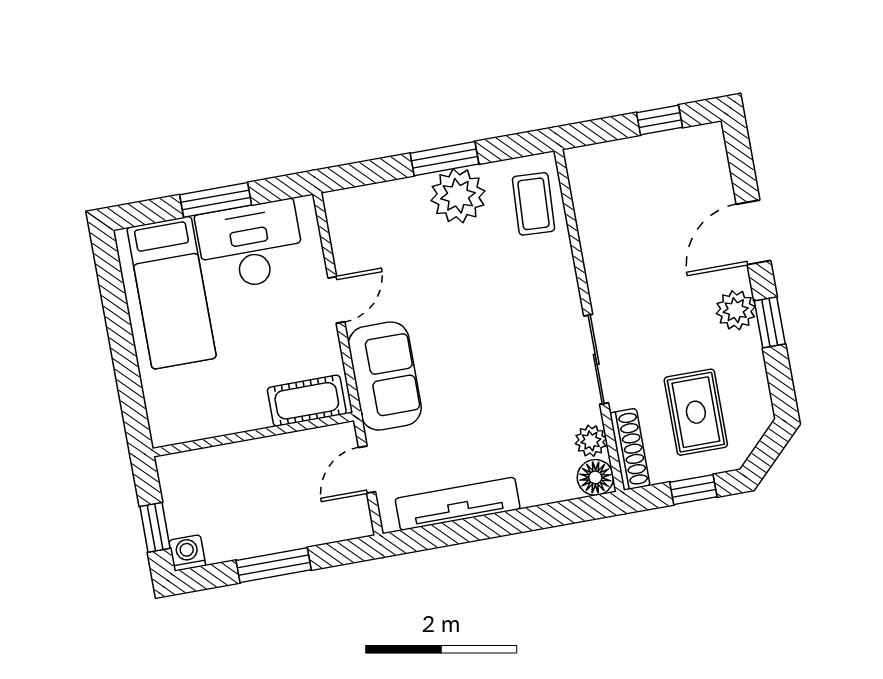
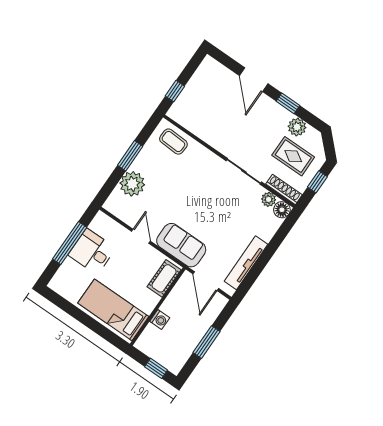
window: (660, 120) -> (175, 91), moved
plant: (458, 196) -> (132, 184), moved
window: (216, 200) -> (70, 243), width x1.44
desk: (250, 245) -> (92, 252), width x0.73
bed: (172, 293) -> (113, 310), moved, turned 180
plant: (736, 310) -> (297, 127), moved
door: (367, 470) -> (206, 281), width x1.38
washing machine: (187, 553) -> (160, 320), moved, turned 180

